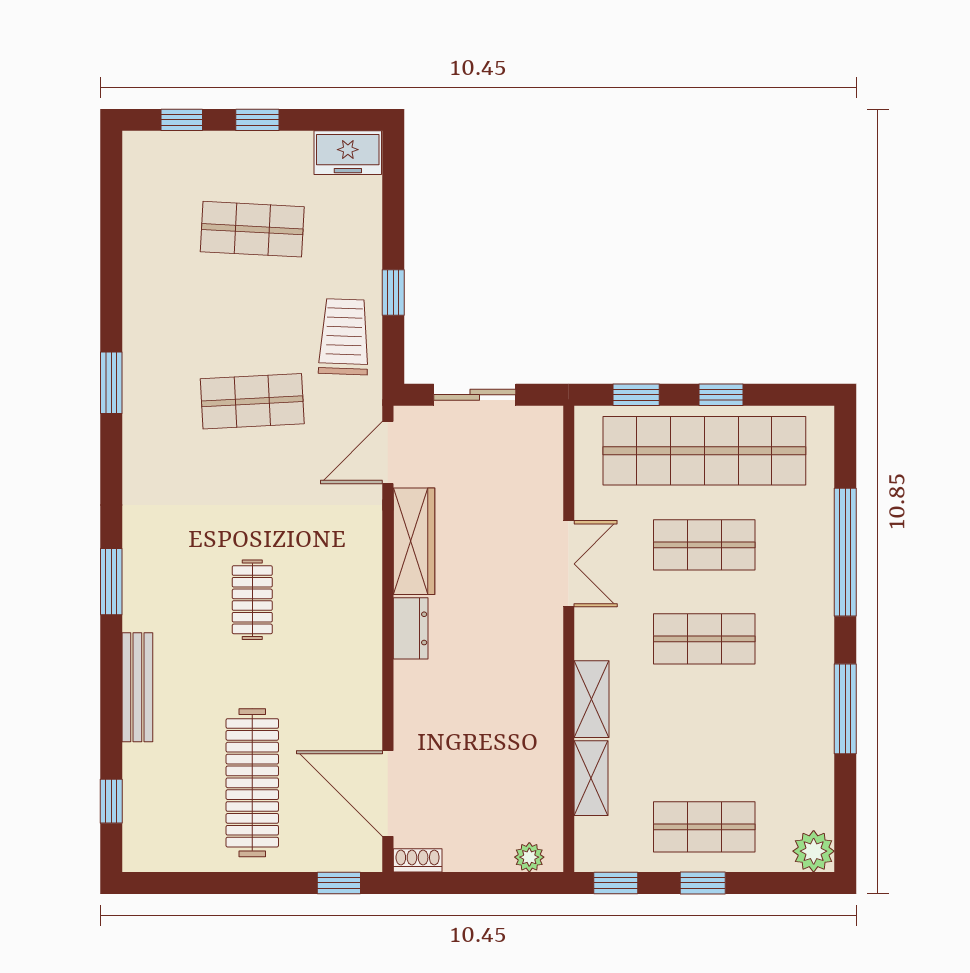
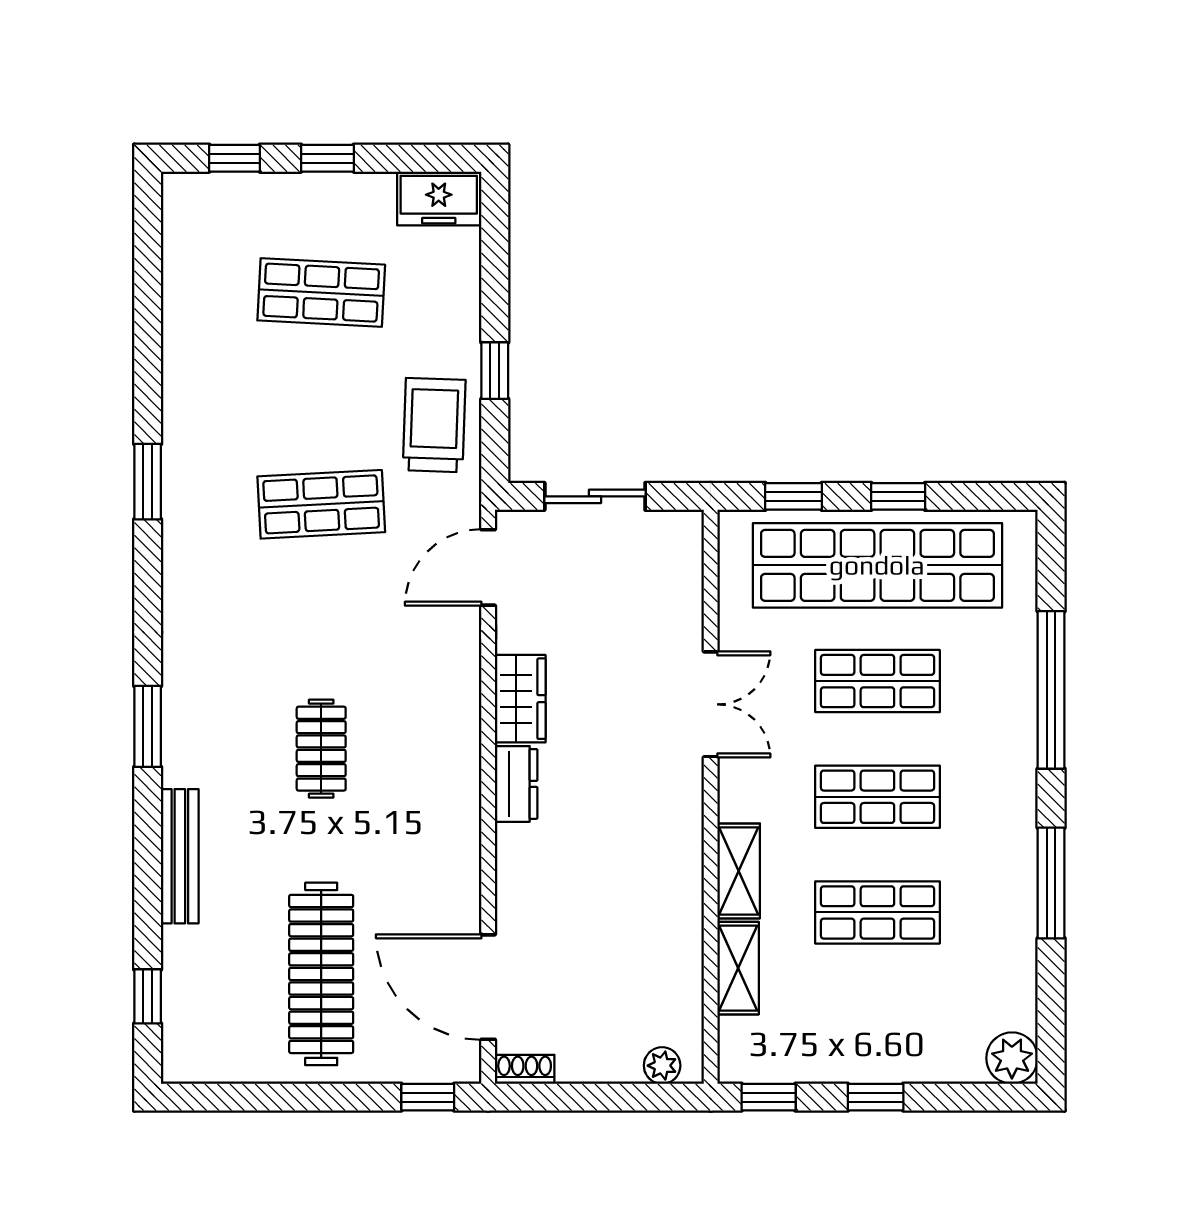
wardrobe: (414, 541) -> (520, 699), width x0.67
shop shelf: (704, 827) -> (877, 912), moved

